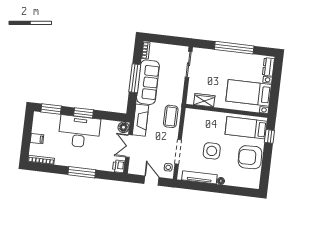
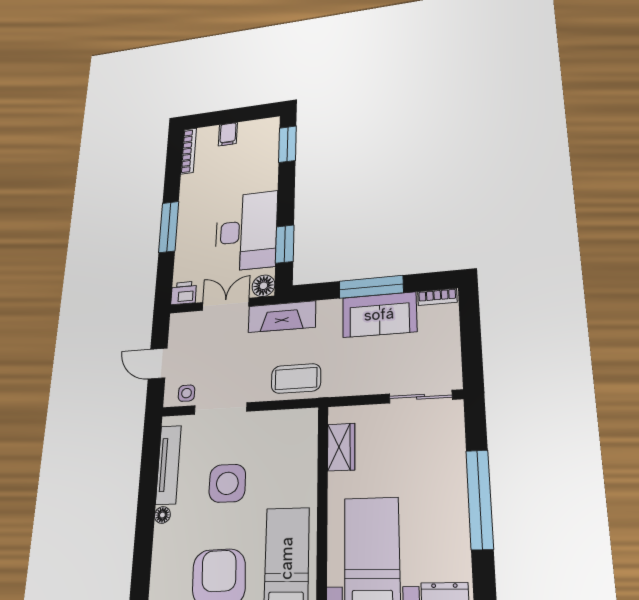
sofa: (148, 82) -> (379, 315), width x0.73
window: (83, 113) -> (285, 244), moved
desk: (79, 132) -> (246, 231), moved
door: (151, 181) -> (158, 364), swing flipped

